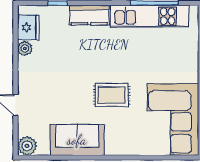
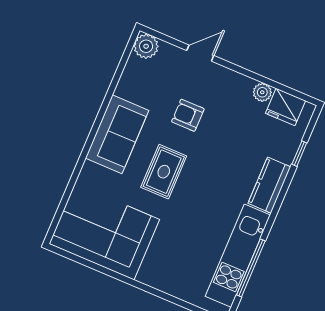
armchair: (64, 95) -> (188, 115), added
sofa: (77, 140) -> (117, 134), moved

